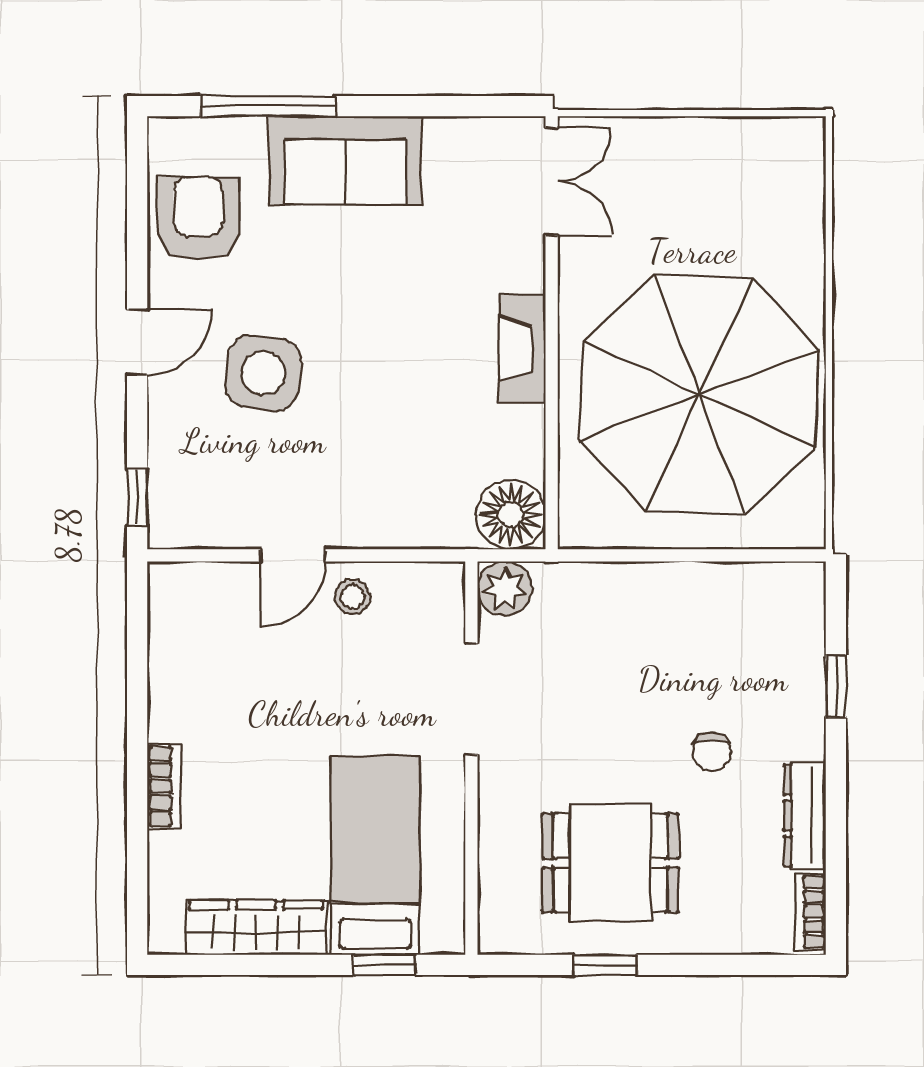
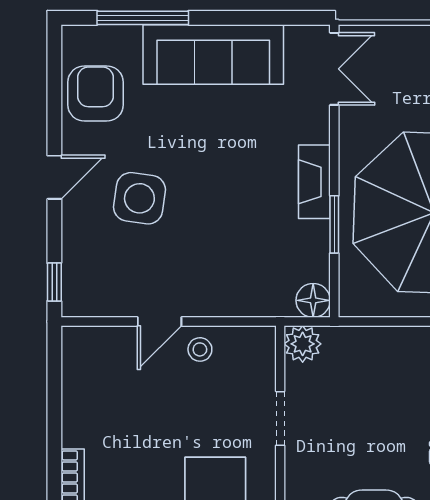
sofa: (345, 160) -> (213, 54), width x1.36
window: (552, 412) -> (334, 224), added
floor lamp: (511, 515) -> (313, 300), width x0.73, depth x0.73
doorway: (471, 699) -> (280, 418), width x0.73

